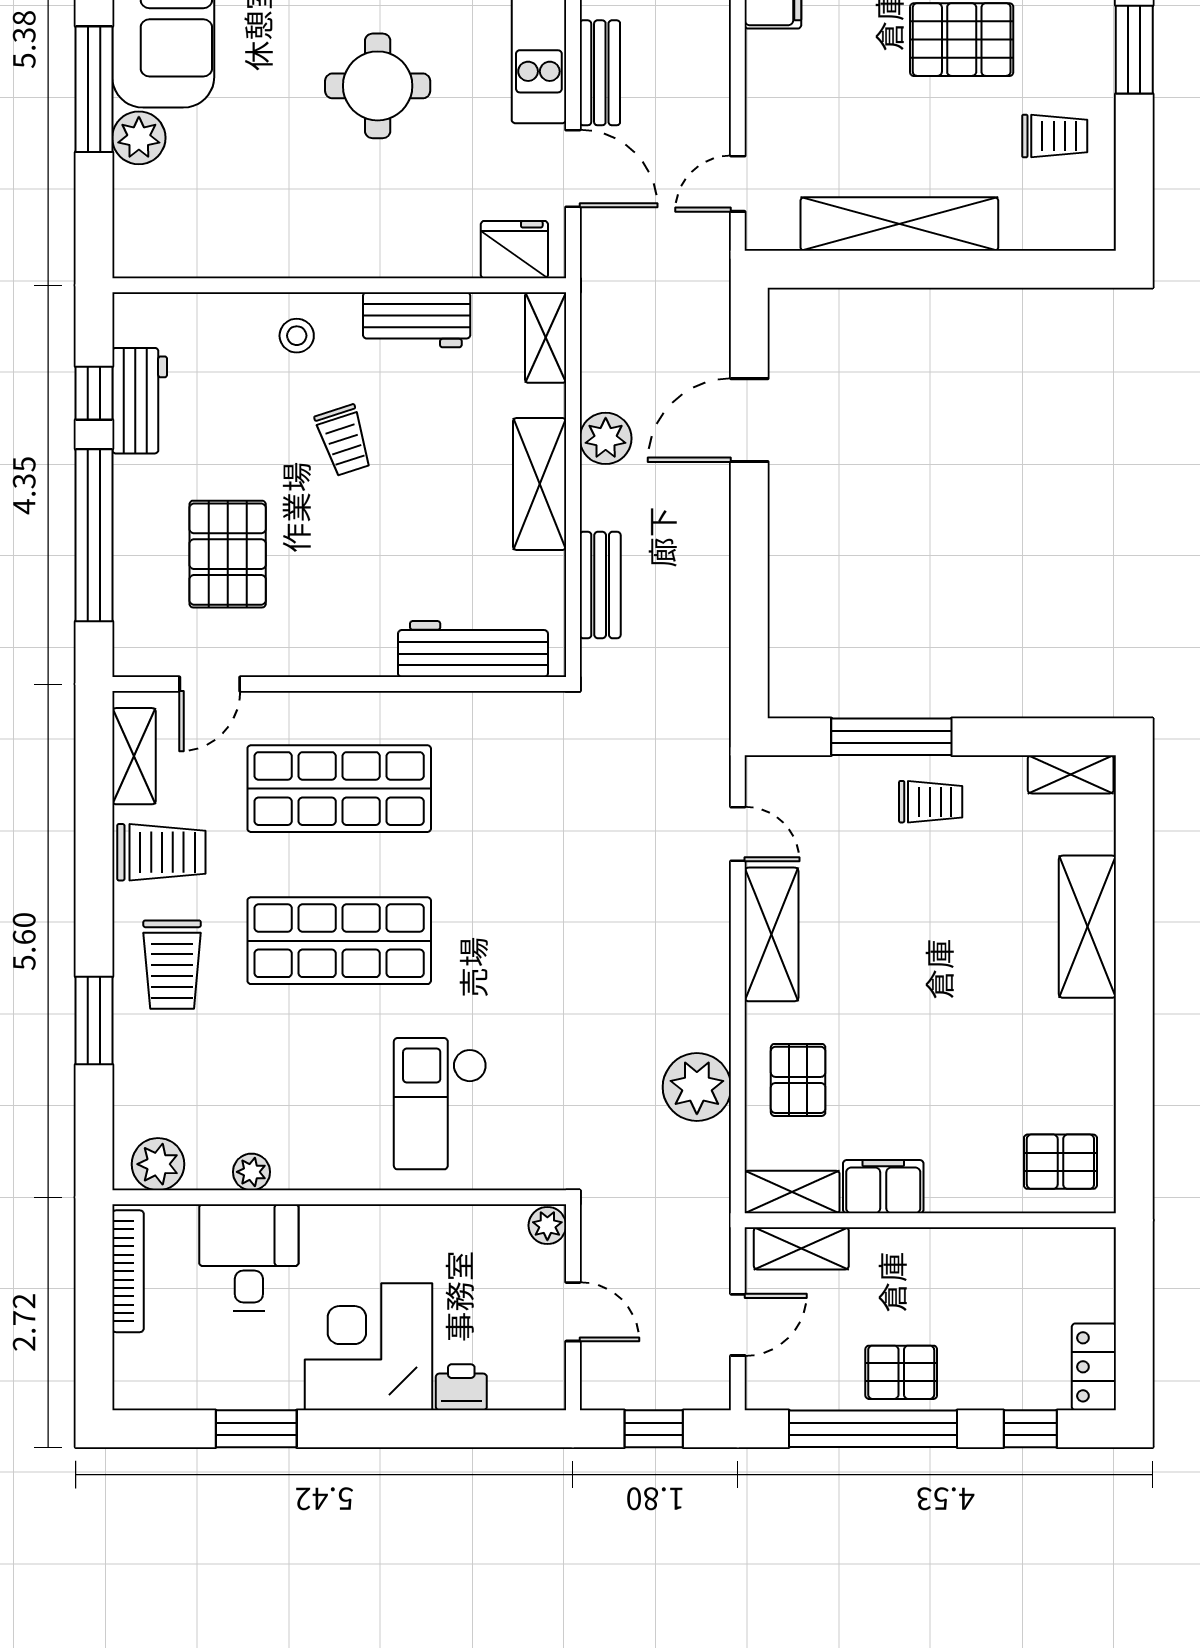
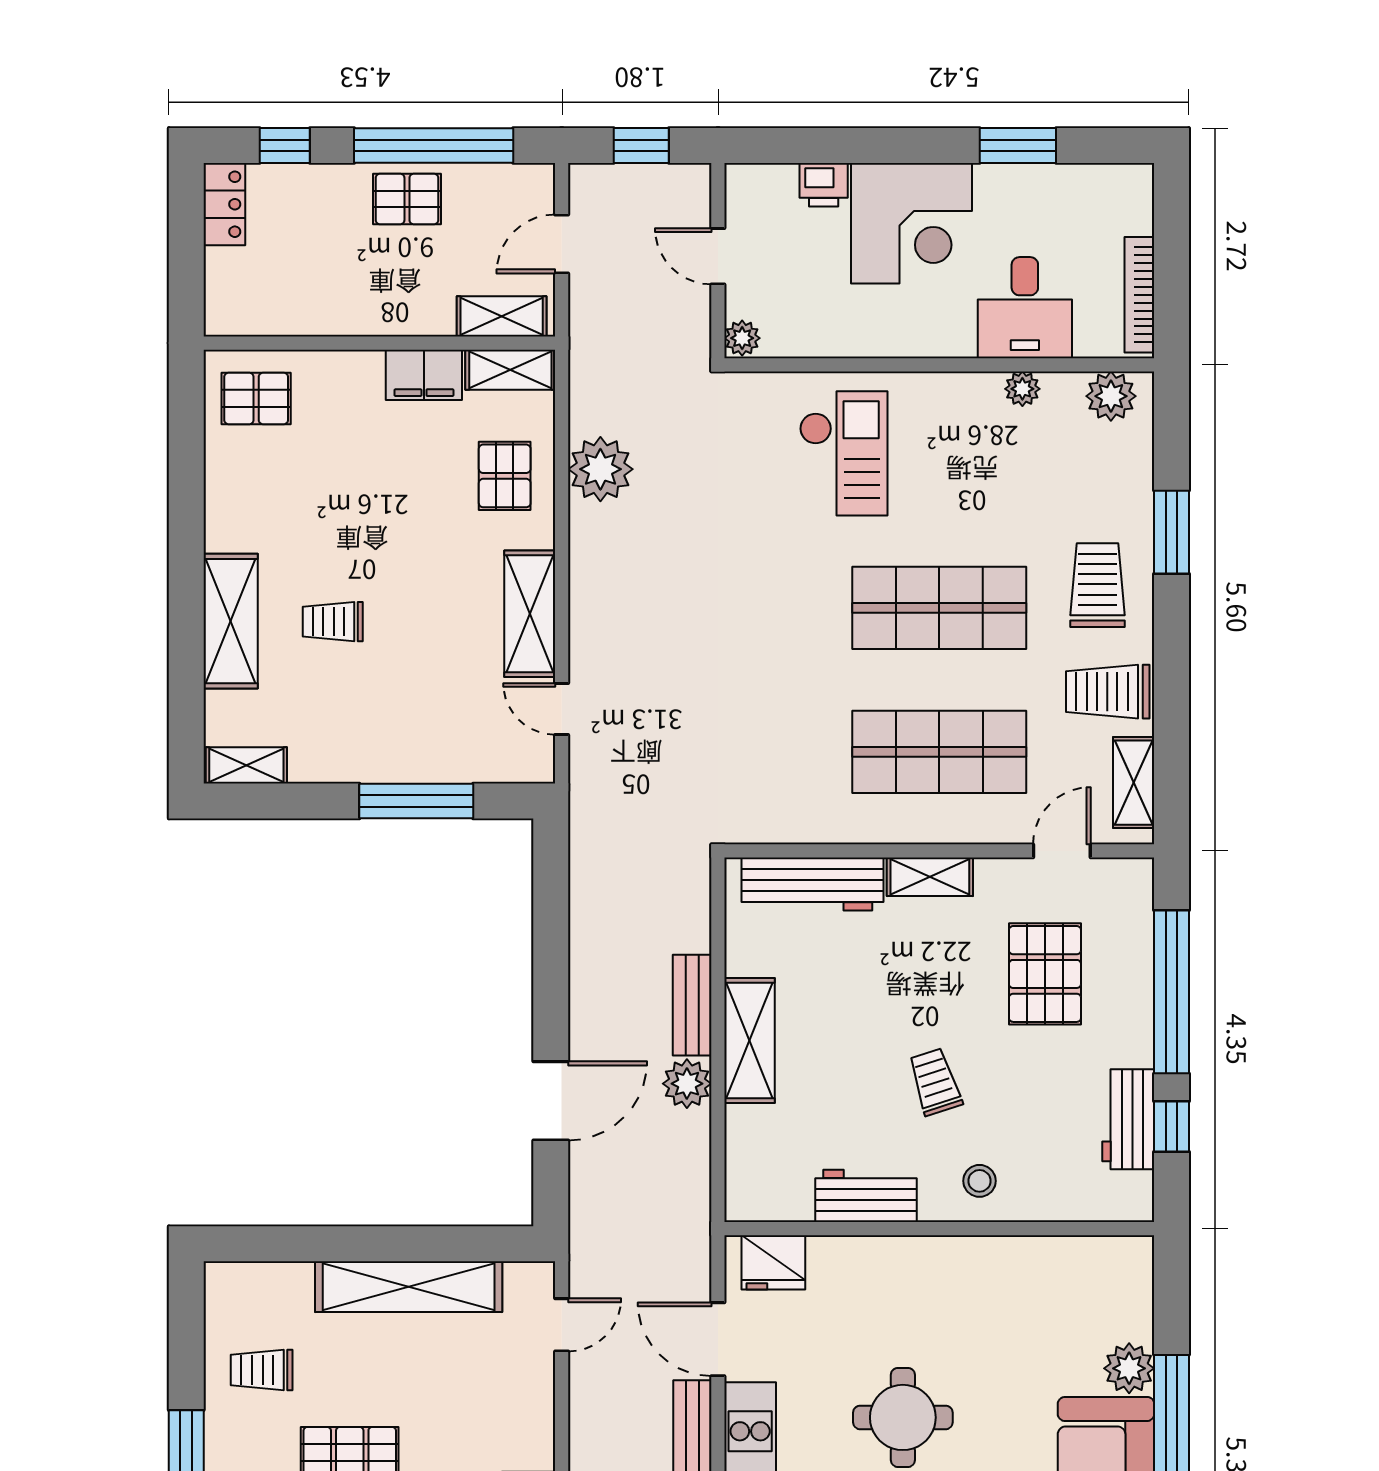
shelving: (546, 338) -> (930, 877), moved, turned 90
bench: (600, 585) -> (692, 1005), moved
trolley: (931, 802) -> (333, 622), moved

